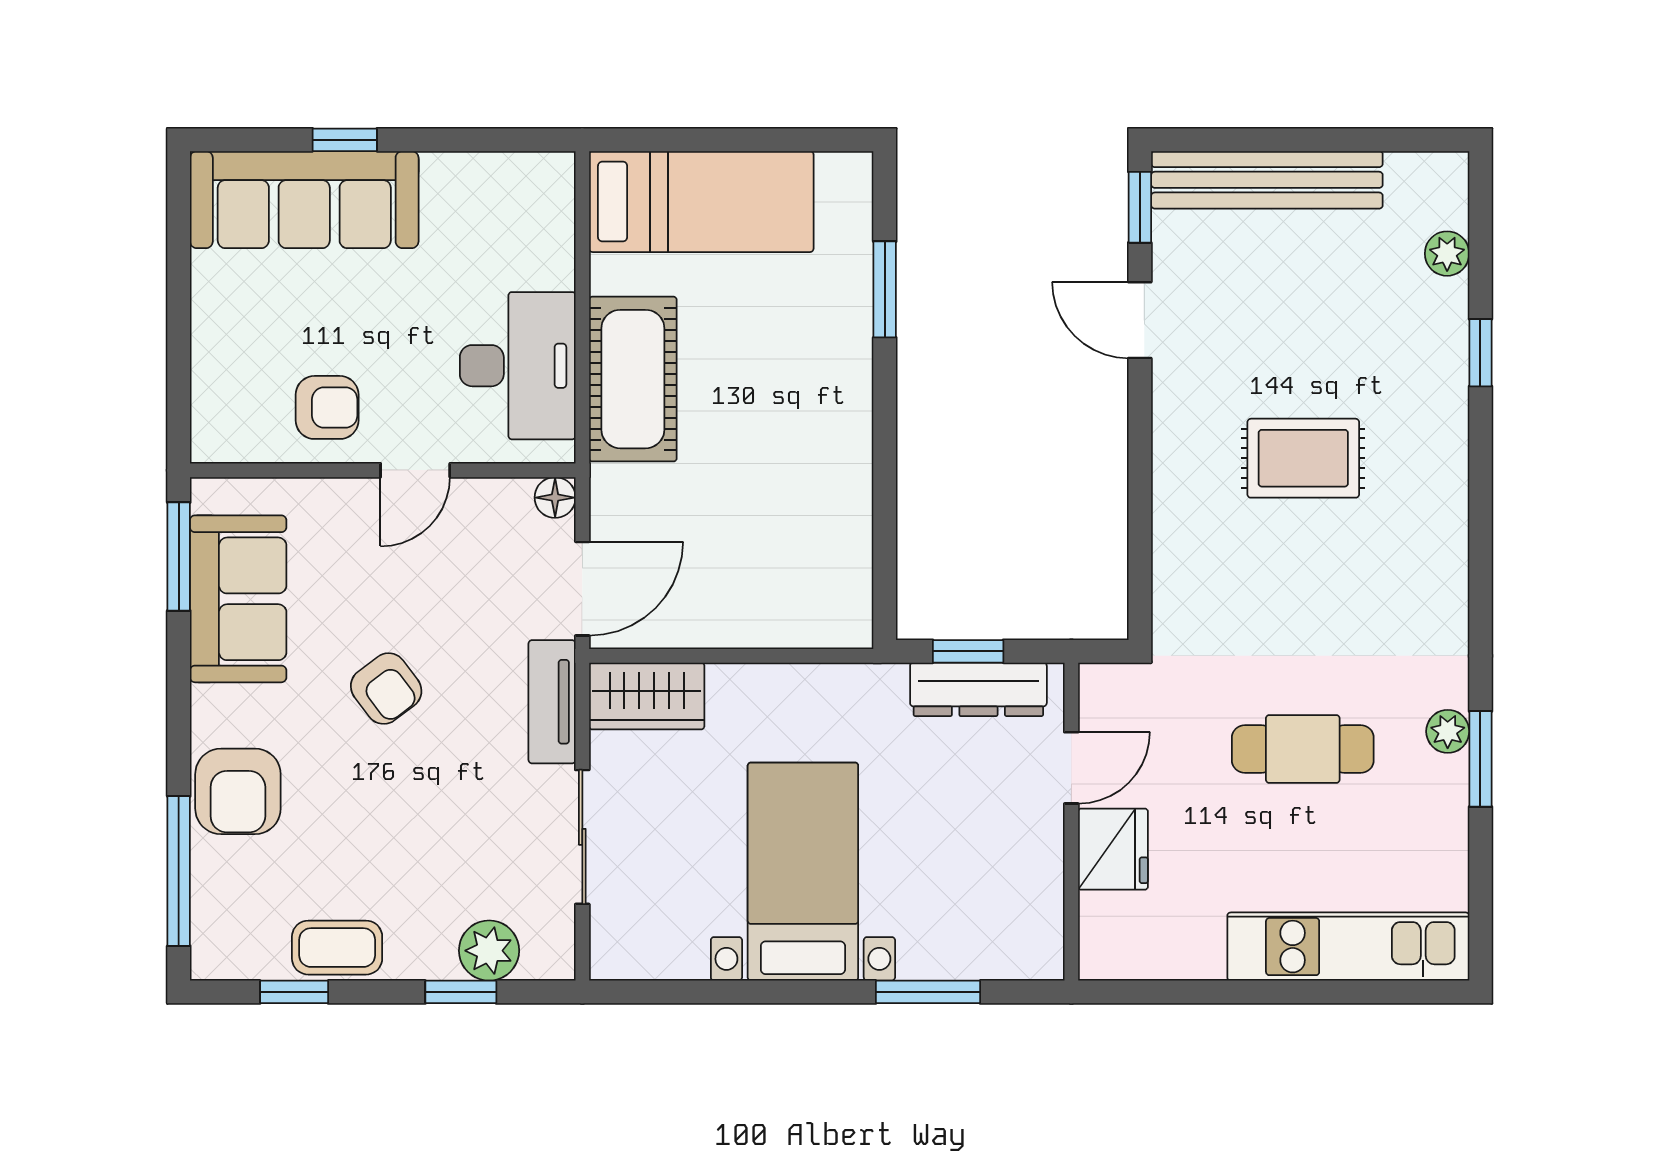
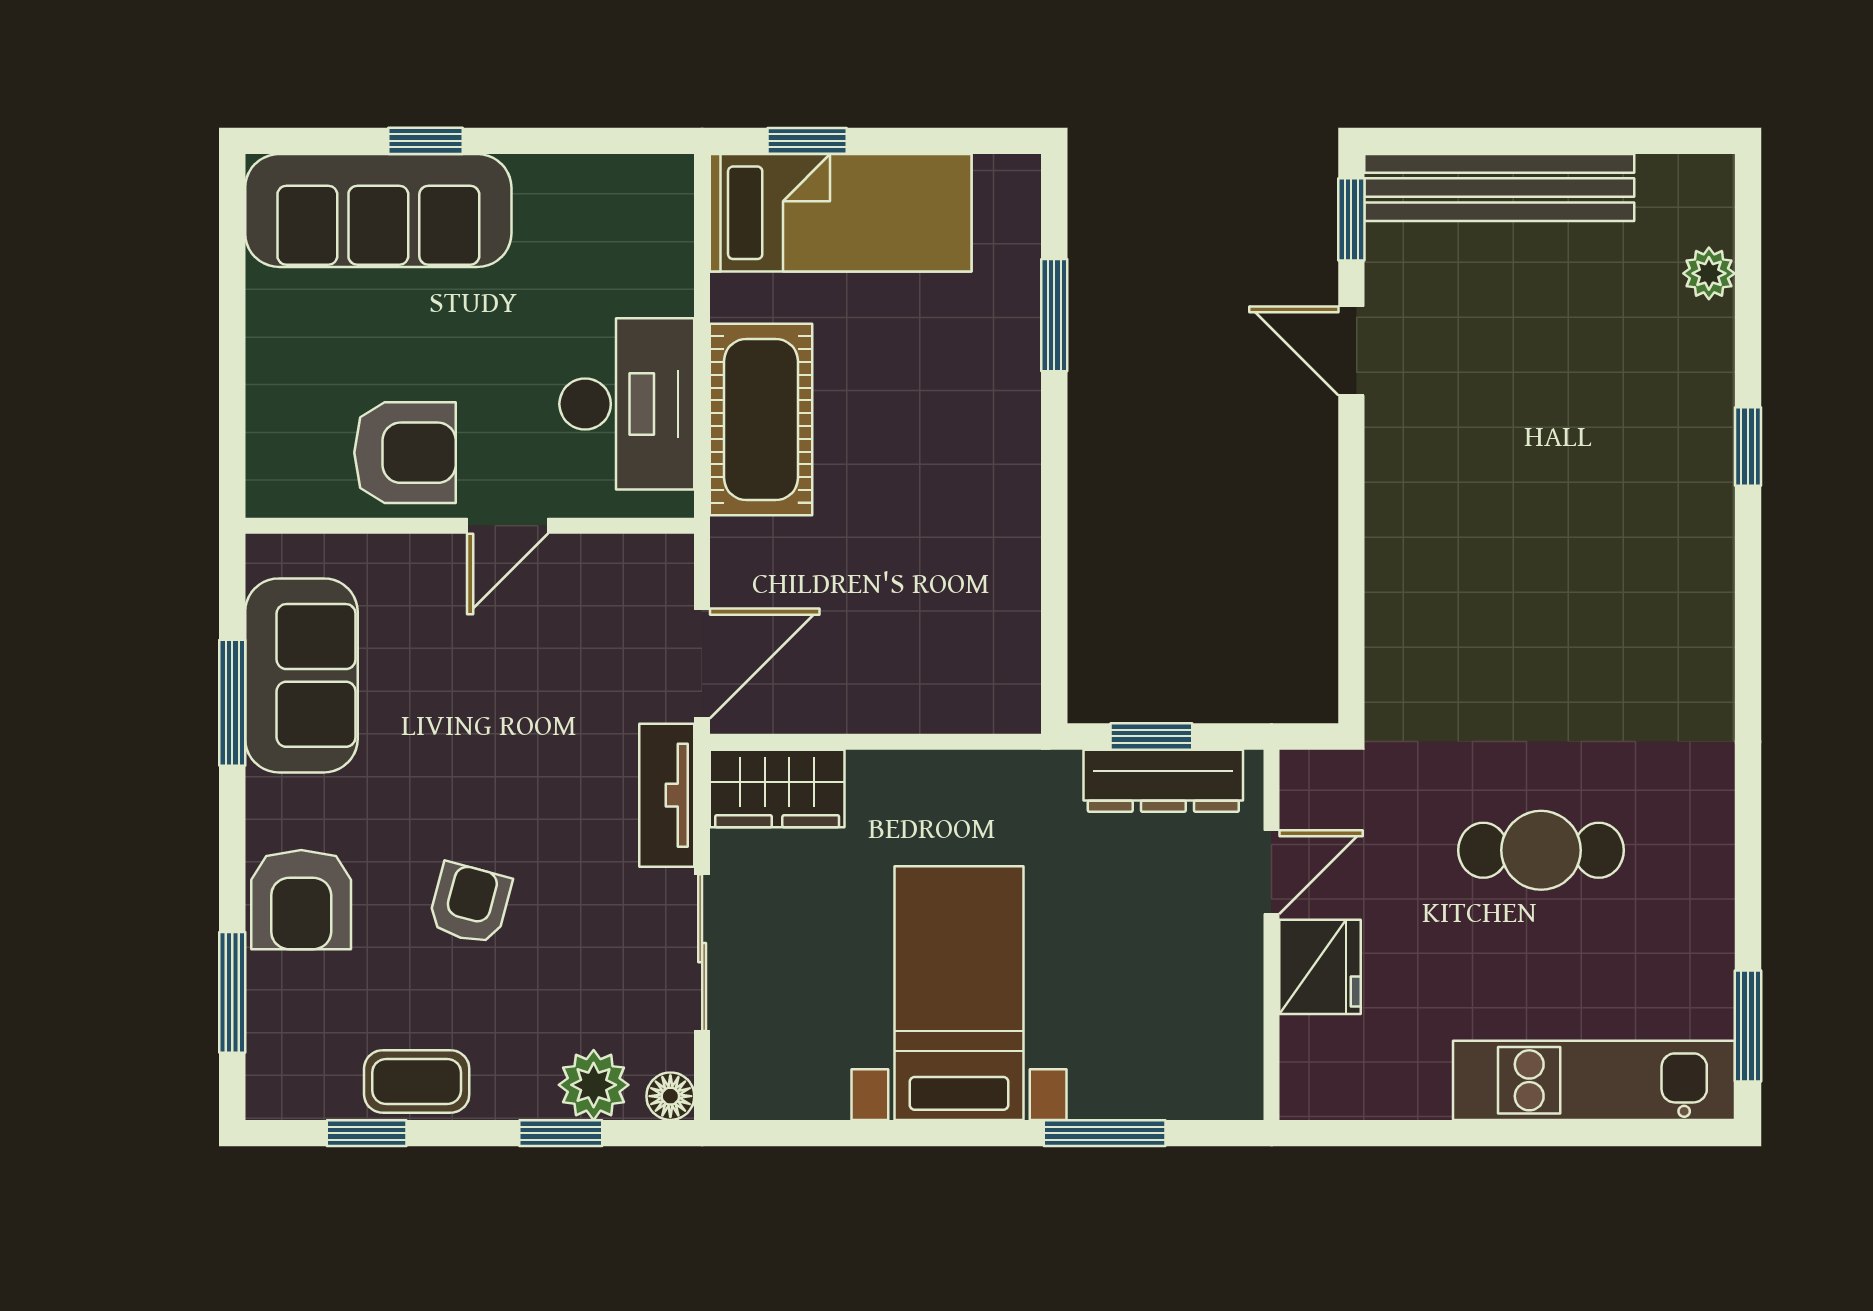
window: (673, 140) -> (807, 141), added
window: (1480, 353) -> (1748, 447), moved
armchair: (327, 407) -> (405, 453), width x1.38, depth x1.38
rug: (1303, 458) -> (1542, 512), removed
floor lamp: (555, 498) -> (670, 1096), moved
window: (179, 556) -> (232, 703), moved
armchair: (386, 689) -> (470, 904), moved, turned -128
plant: (1448, 731) -> (1710, 830), removed
window: (1480, 759) -> (1748, 1026), moved
window: (179, 871) -> (232, 992), width x0.69

